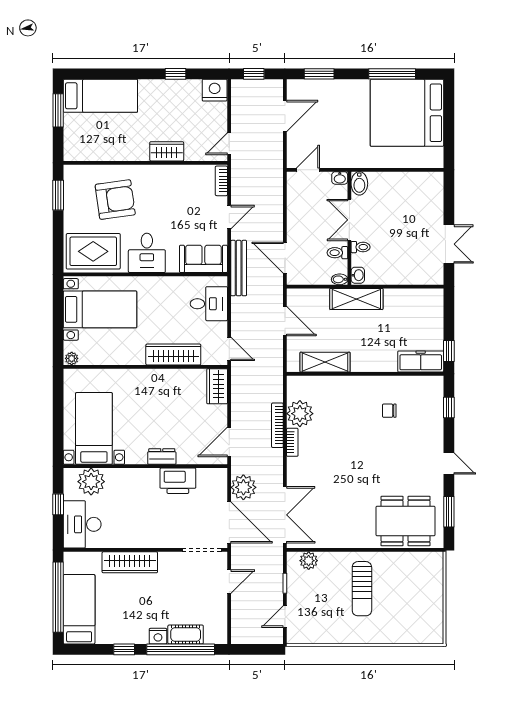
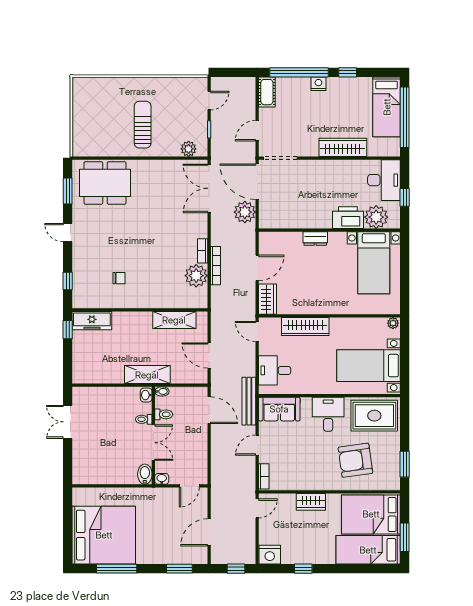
bed: (97, 137) -> (371, 514), added
door: (229, 442) -> (257, 268), moved
printer: (178, 481) -> (348, 218), moved
cot: (186, 635) -> (267, 92), moved, turned 90

